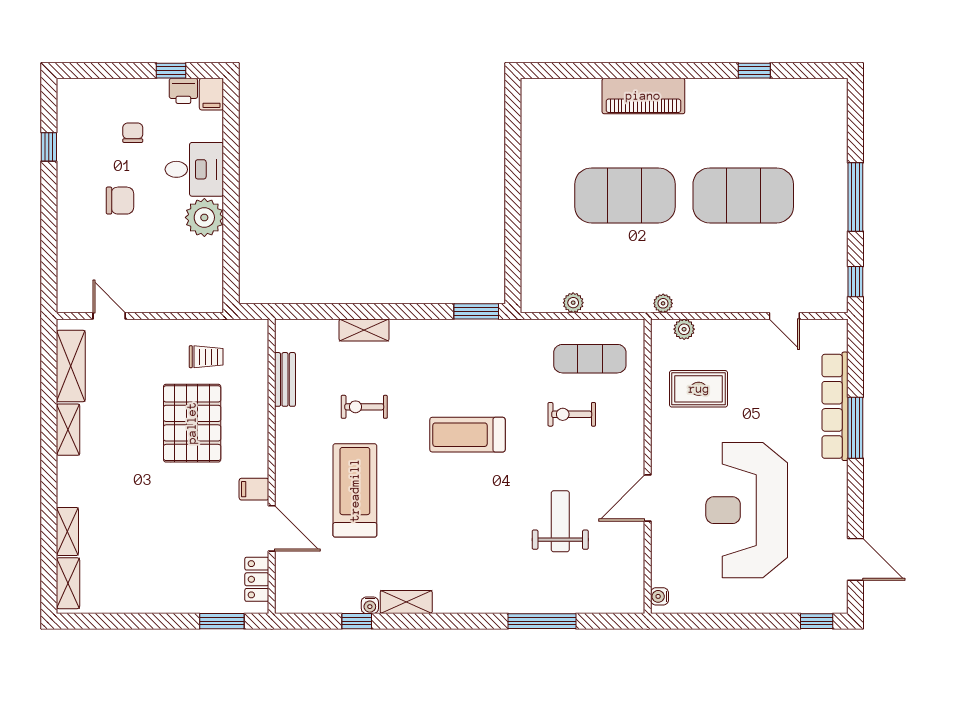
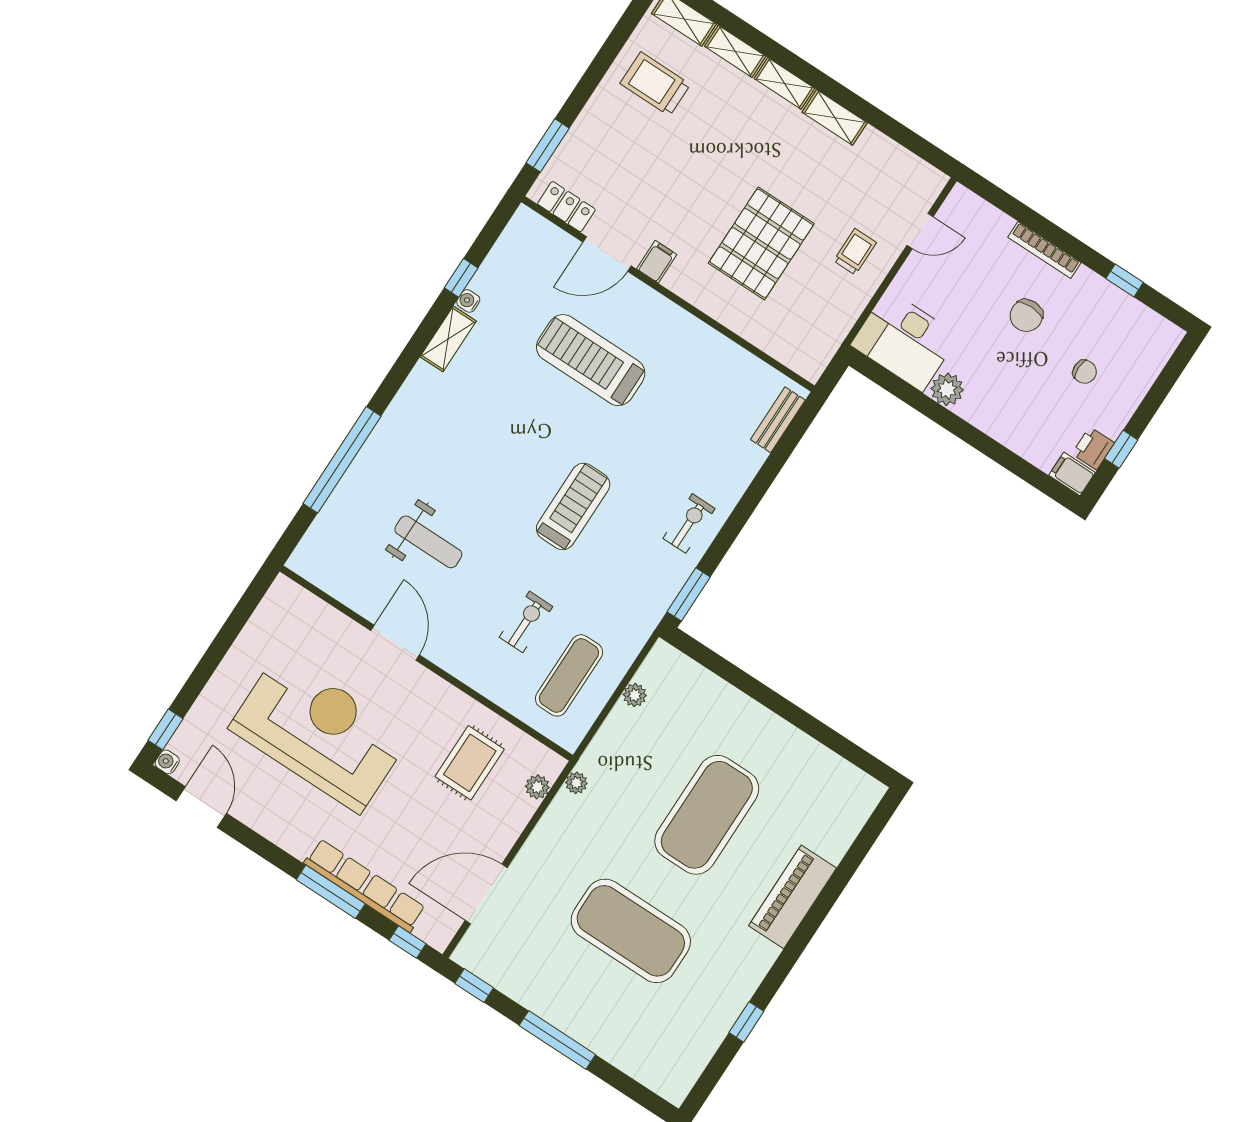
desk: (194, 169) -> (905, 340), moved, width x1.37
exercise mat: (743, 195) -> (631, 931), turned 90
plant: (204, 217) -> (947, 389), width x0.73, depth x0.73
bookcase: (65, 218) -> (1044, 250), added
door: (784, 316) -> (486, 894), width x1.88
shelving: (364, 330) -> (742, 472), removed
window: (855, 349) -> (408, 942), added
trolley: (206, 357) -> (855, 252), moved, turned 180
shelving: (71, 366) -> (784, 83), moved, width x0.67, depth x0.75
bench: (285, 379) -> (778, 420), moved, turned 90
exercise bike: (364, 407) -> (689, 523), moved
pallet: (192, 423) -> (761, 243), turned 90
treadmill: (355, 490) -> (591, 360), turned 180
door: (855, 559) -> (201, 807), swing flipped
trolley: (128, 573) -> (655, 84), added
water cooler: (660, 596) -> (167, 762), moved, turned -90
window: (542, 621) -> (342, 460), width x1.46

